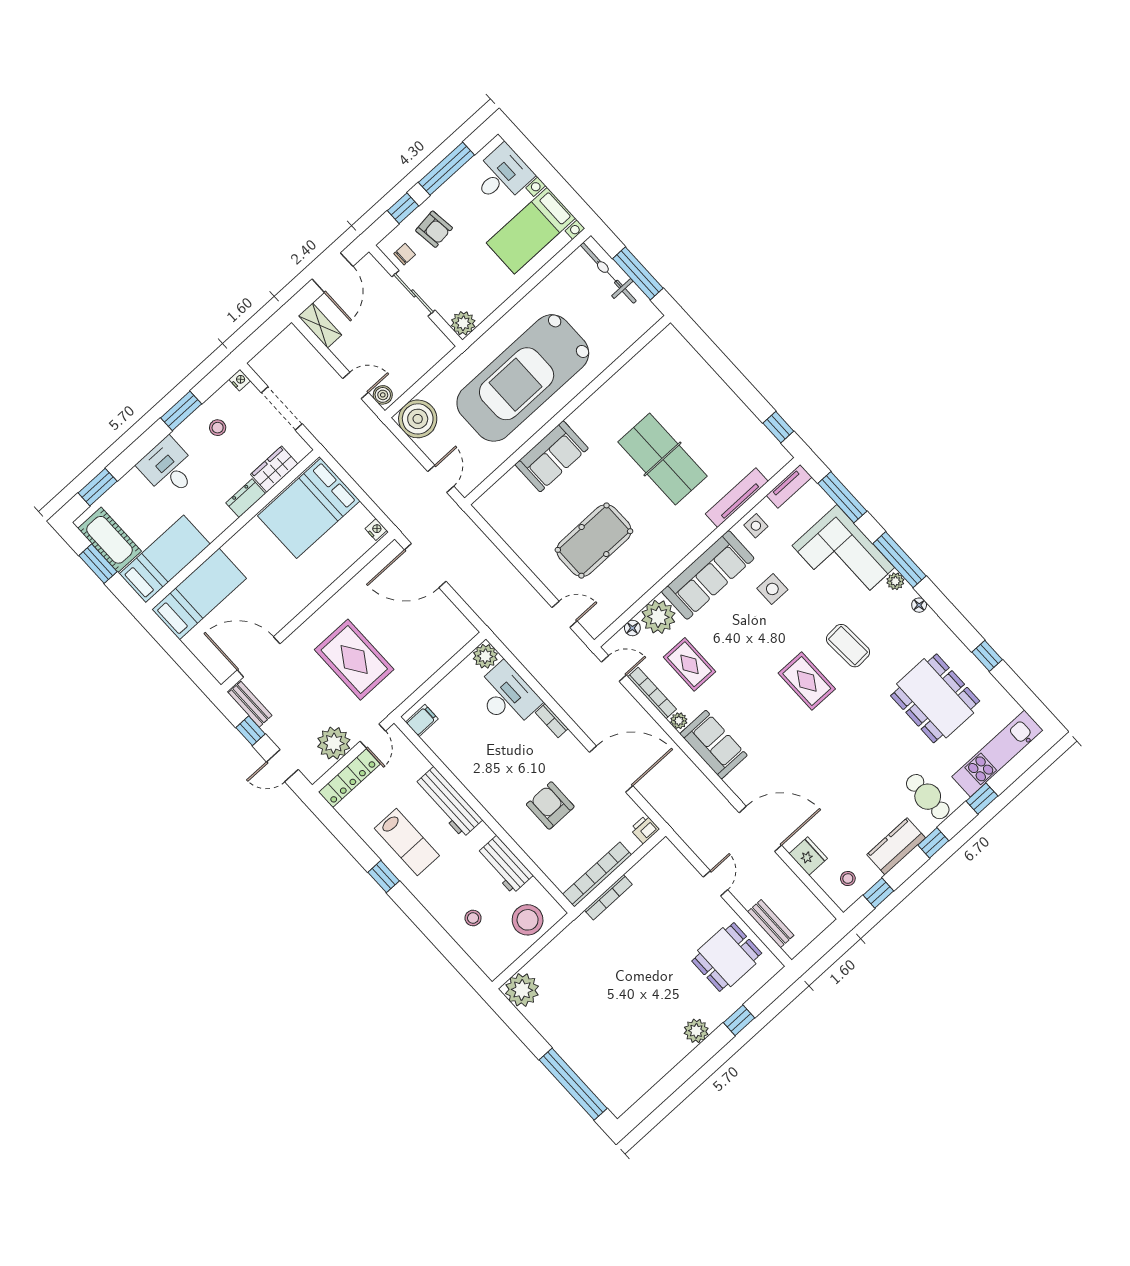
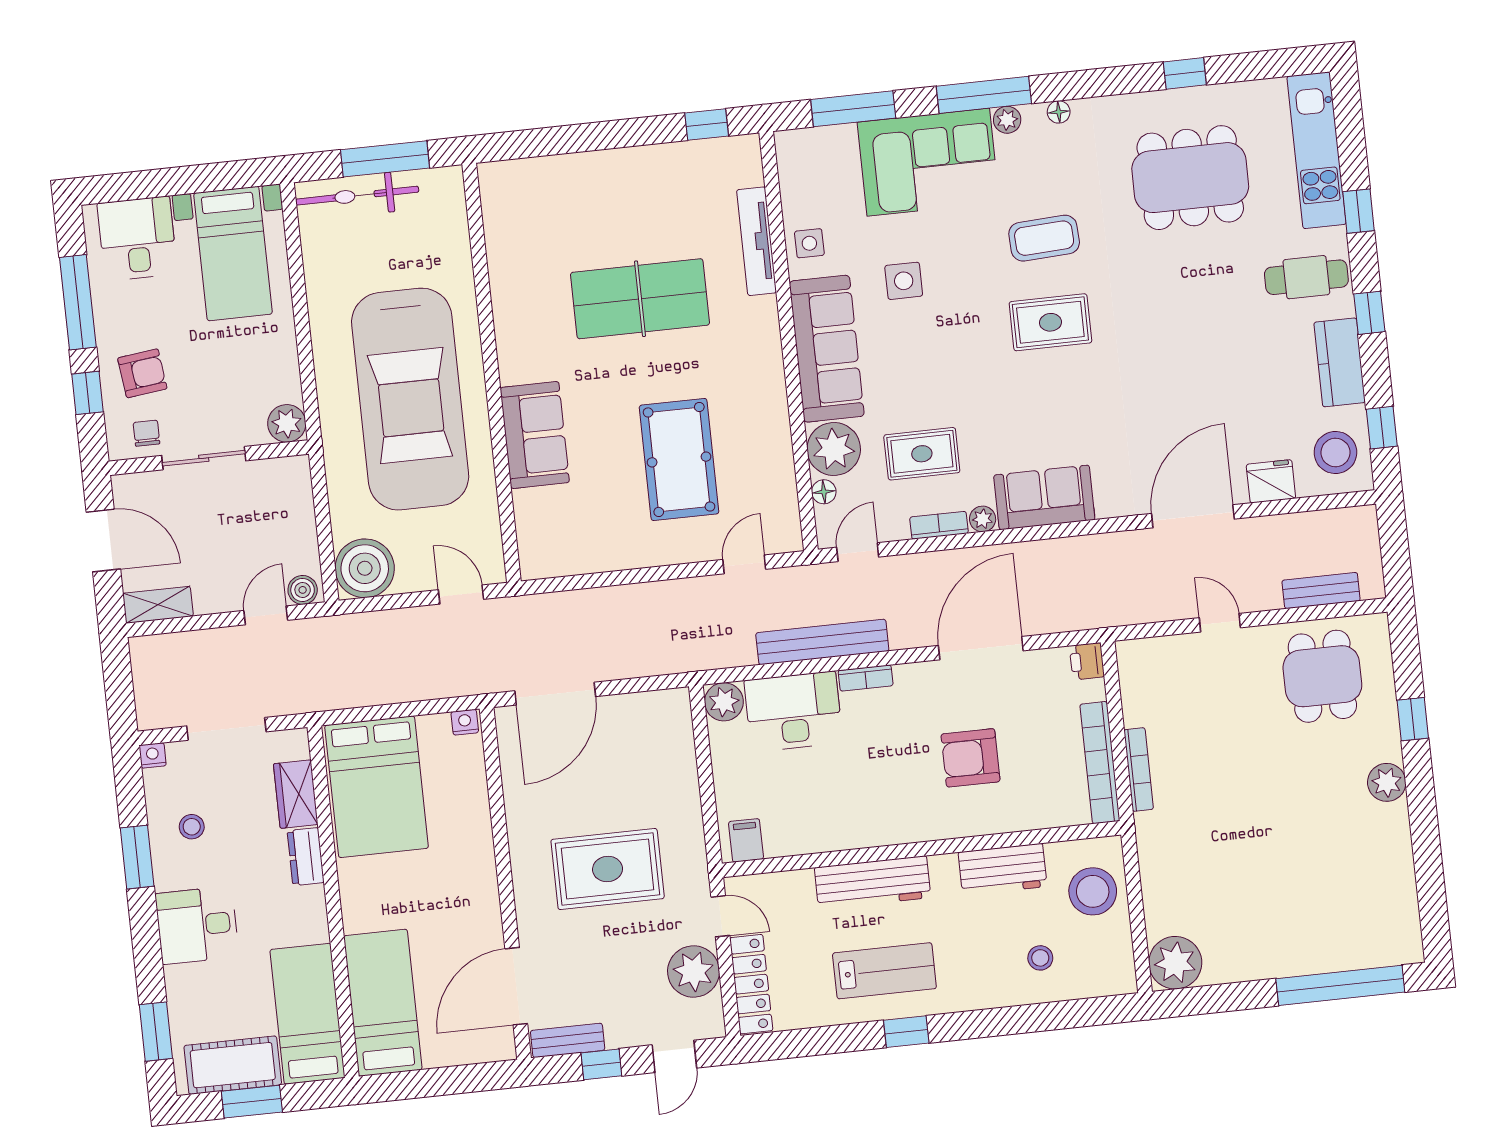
tv unit: (789, 486) -> (791, 165), removed
bench: (554, 684) -> (822, 642), added
bookcase: (652, 693) -> (939, 525), width x0.64
stool: (848, 879) -> (1335, 452), width x1.89, depth x1.89

